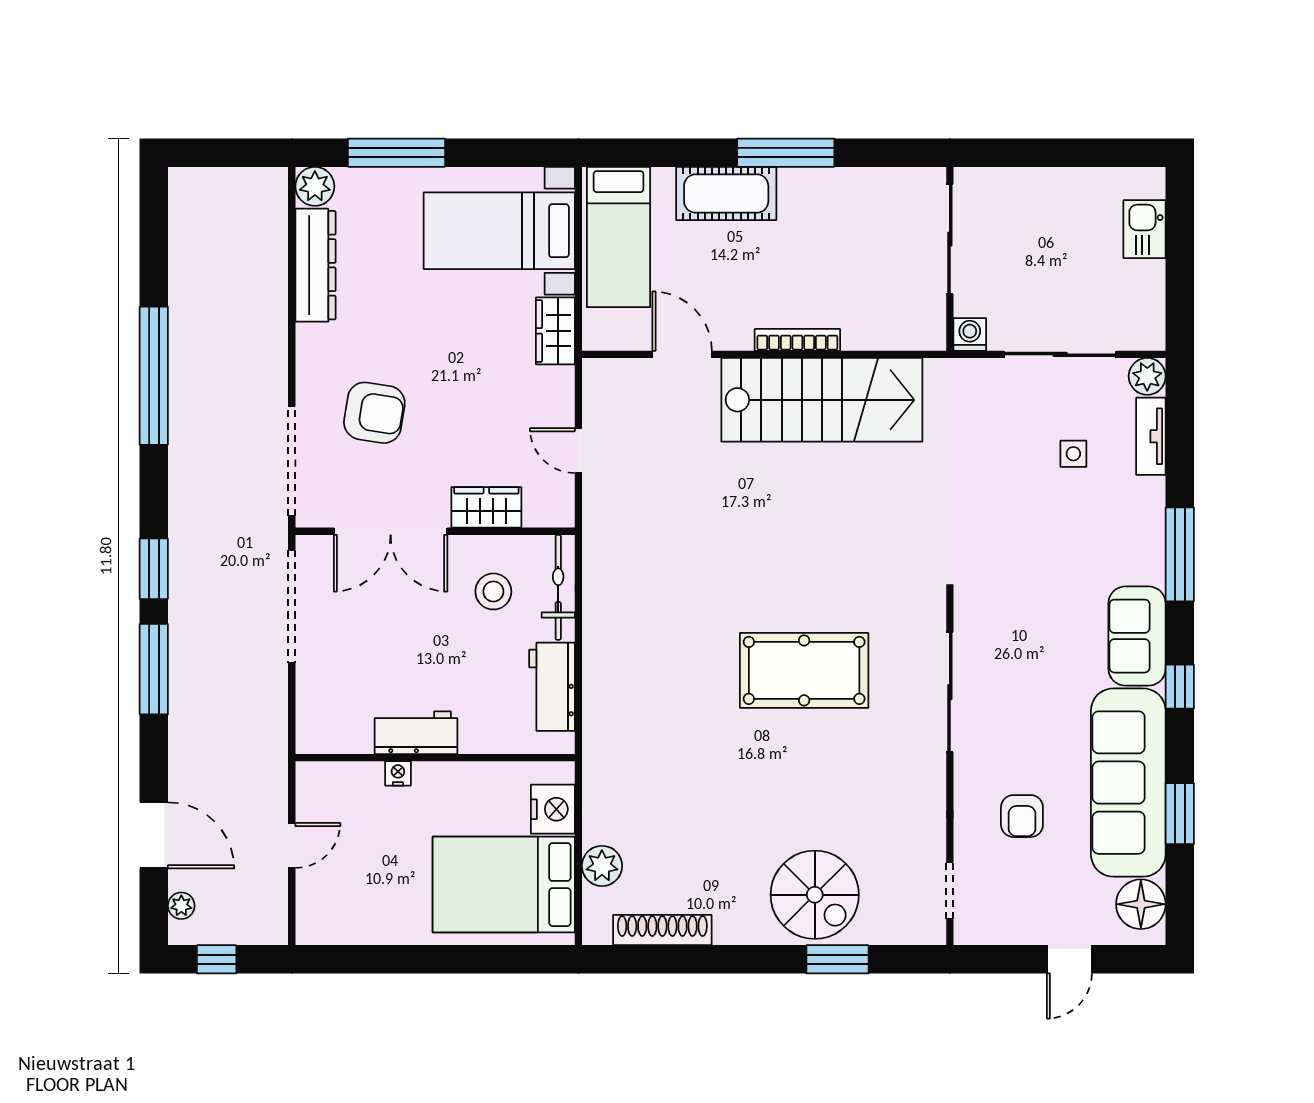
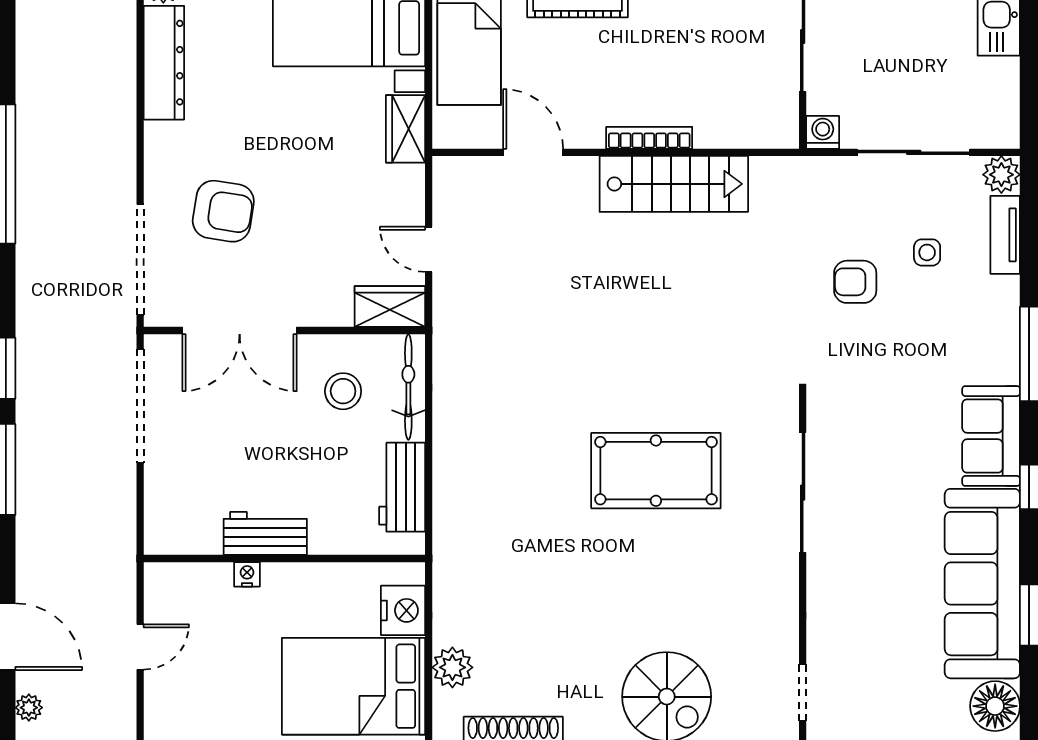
stairs: (822, 400) -> (674, 184), width x0.73, depth x0.66
wardrobe: (486, 507) -> (390, 307), moved
armchair: (1022, 816) -> (855, 282), moved, turned 90

